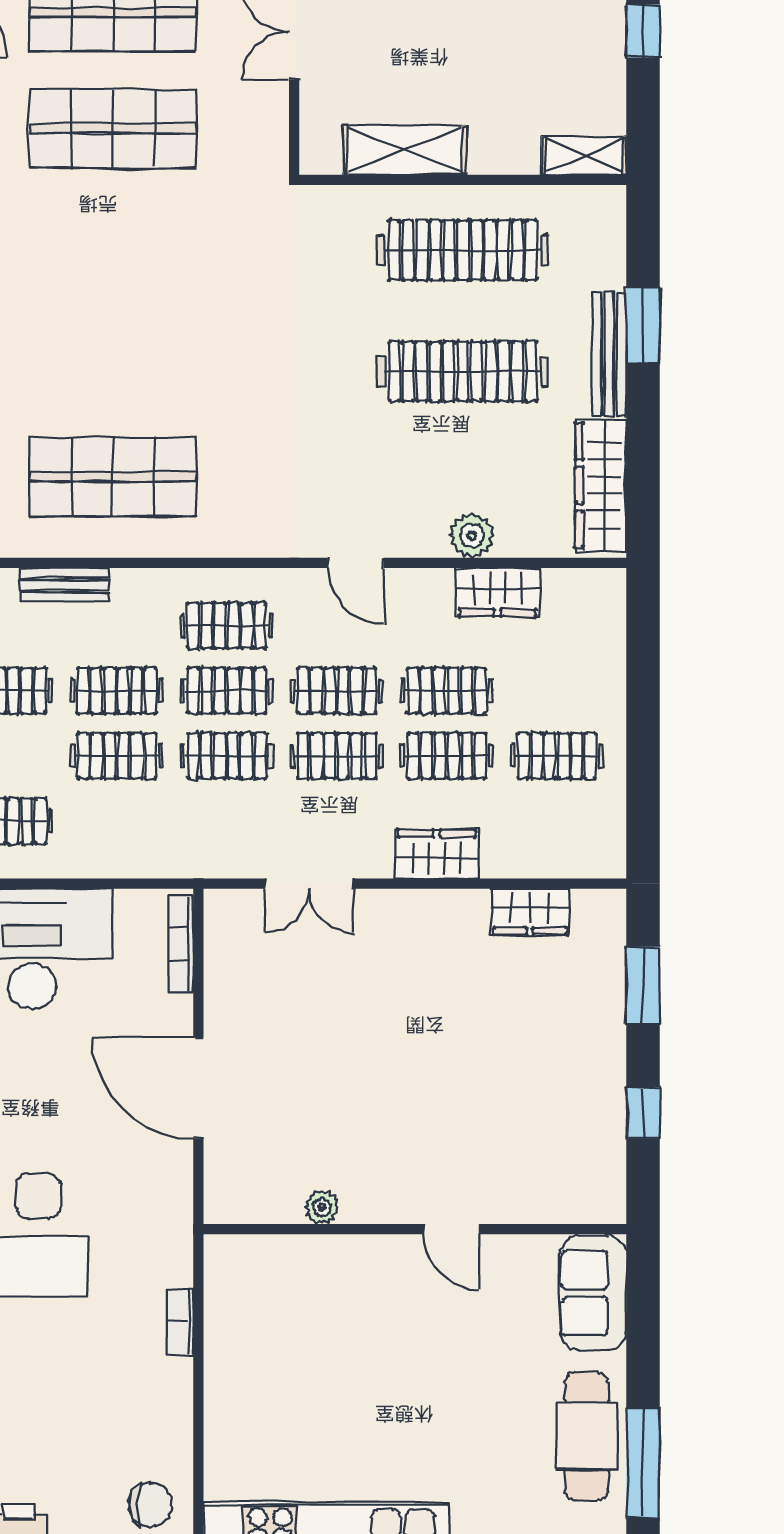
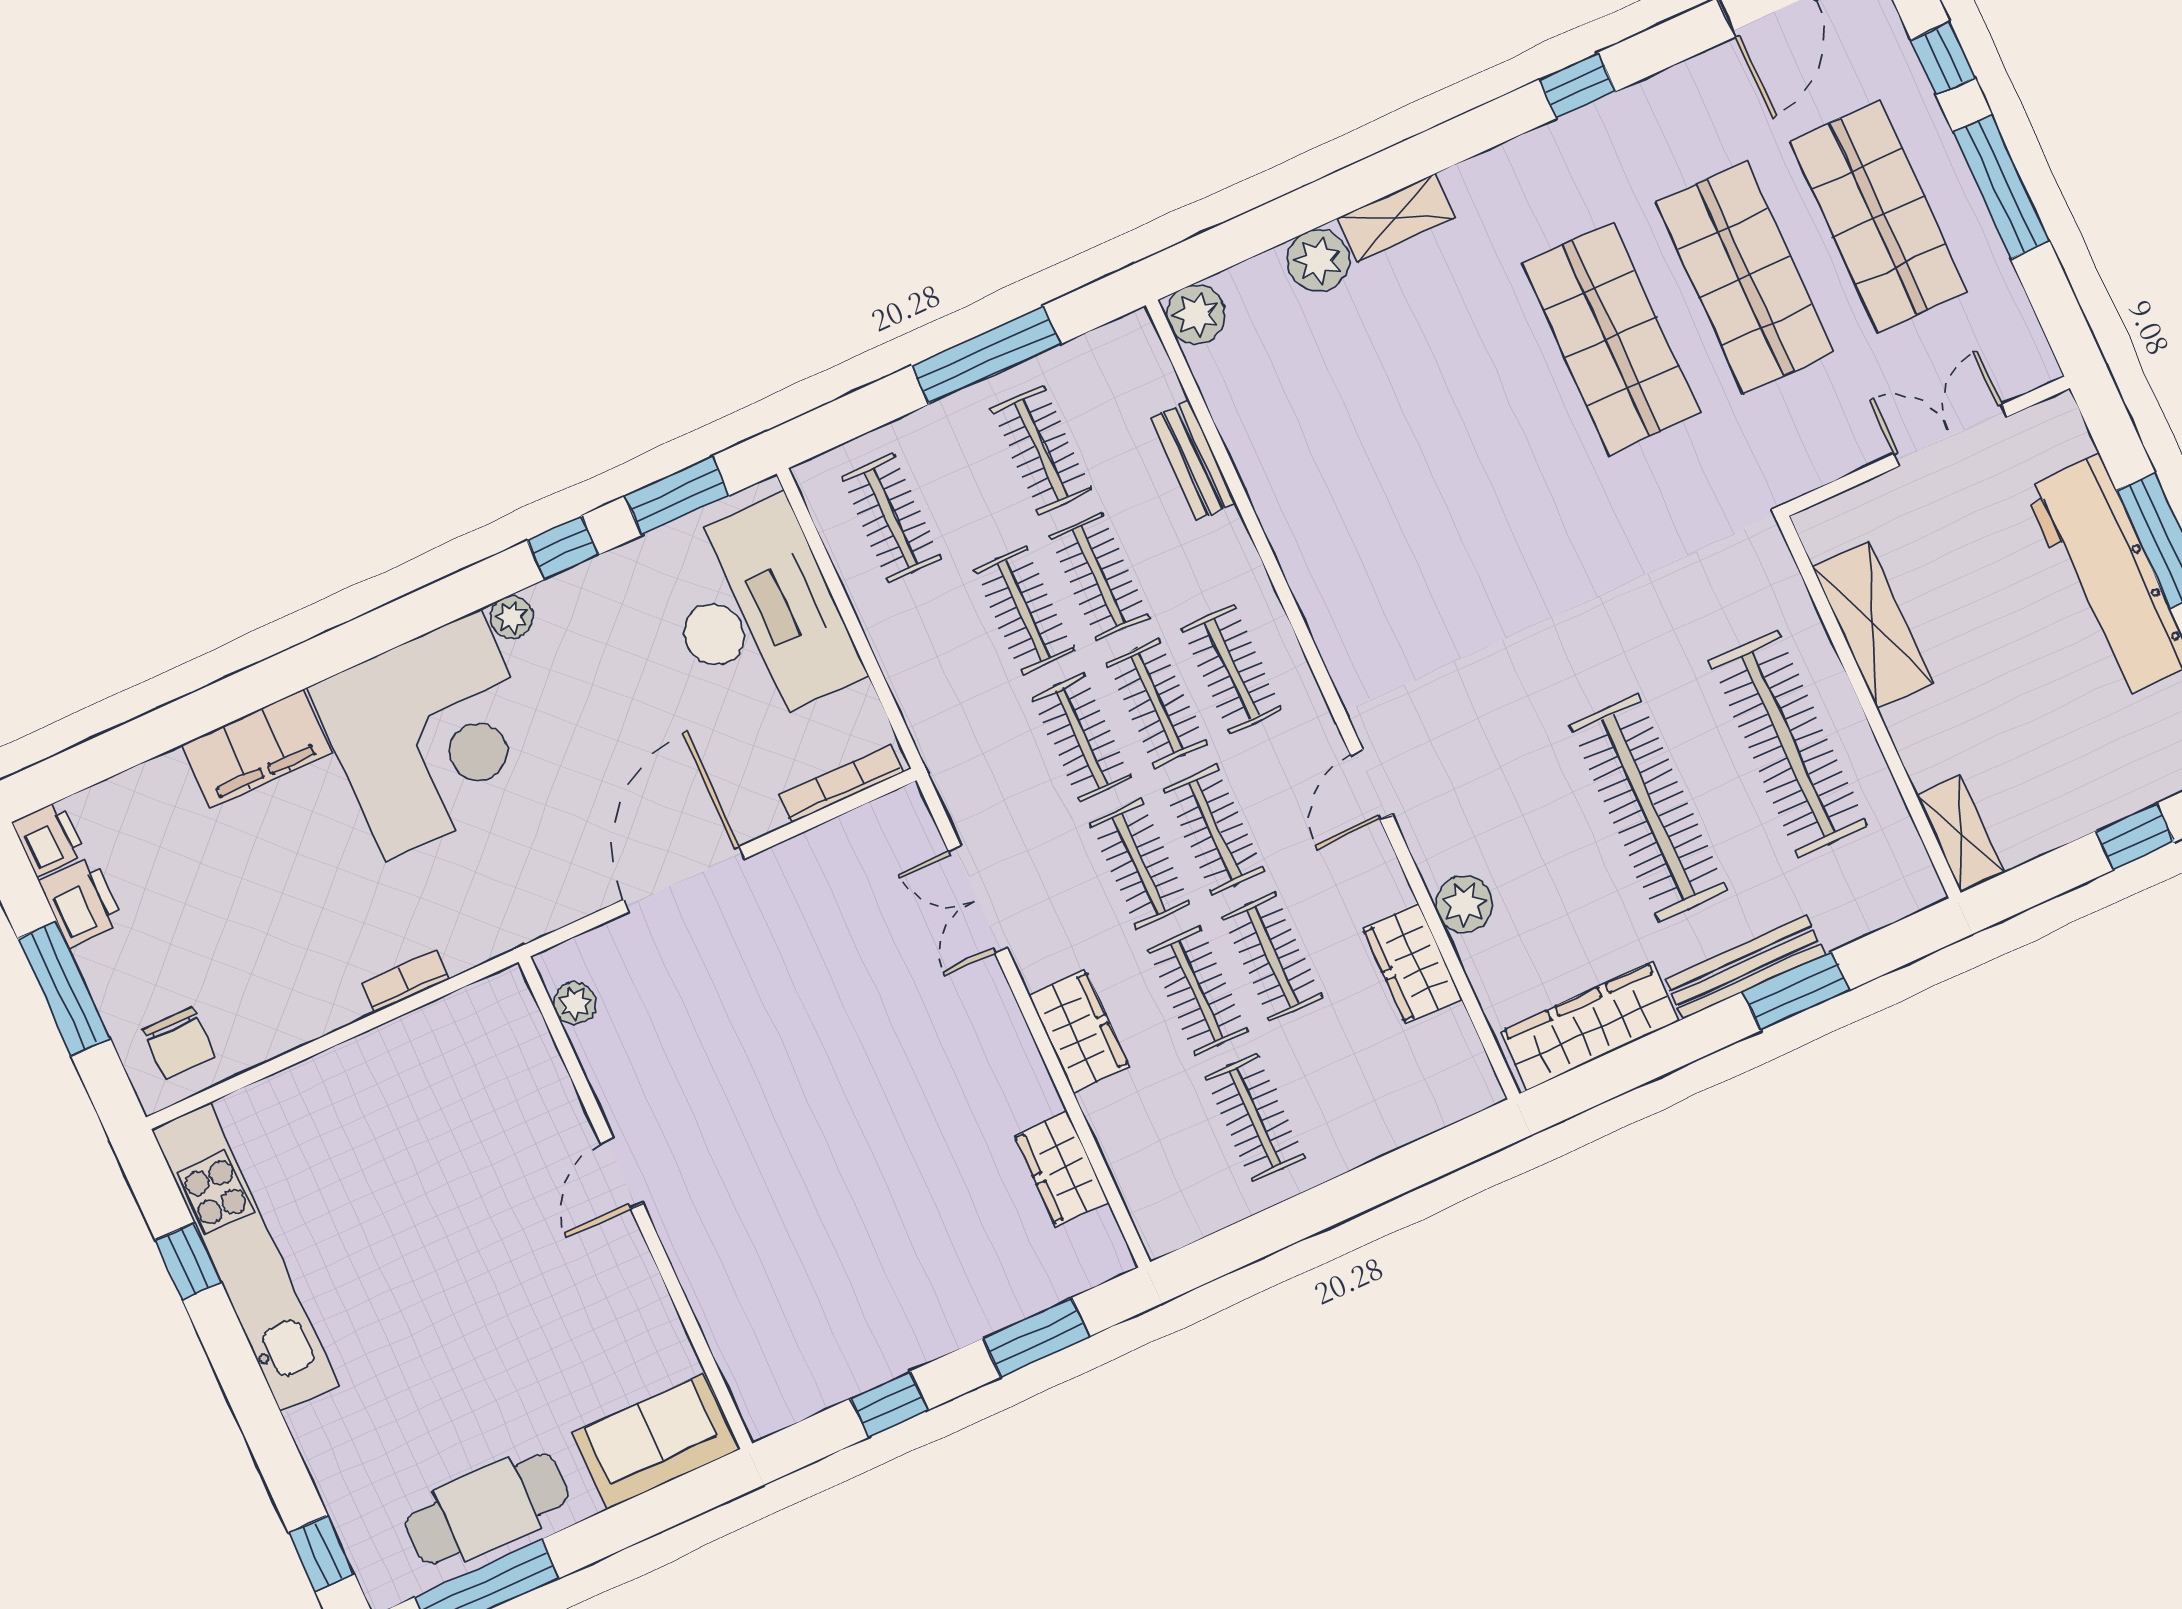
shop shelf: (113, 477) -> (1611, 338), moved
plant: (322, 1207) -> (575, 1003), moved
door: (451, 1229) -> (622, 1173), moved

